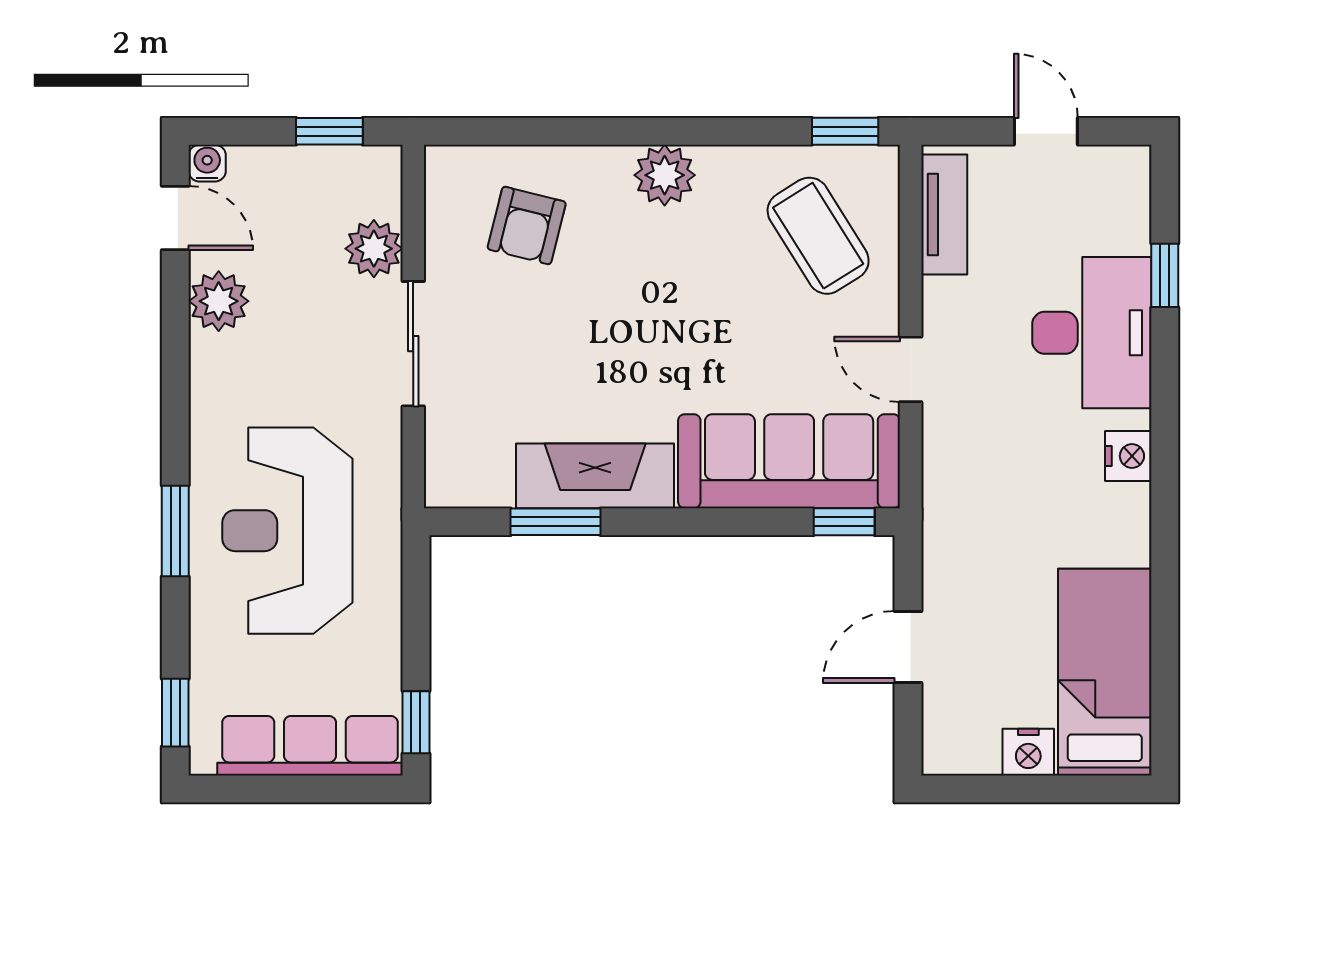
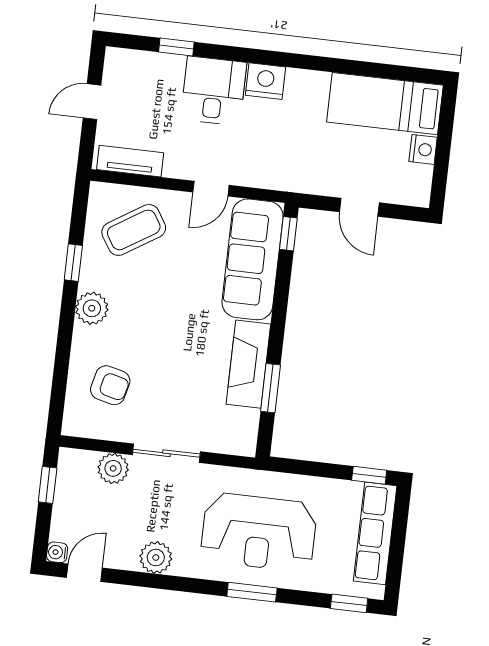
window: (845, 131) -> (73, 263), moved
plant: (219, 301) -> (156, 558), moved
desk: (1092, 333) -> (214, 91), width x0.73
nightstand: (1128, 456) -> (265, 81), width x1.36, depth x1.33

